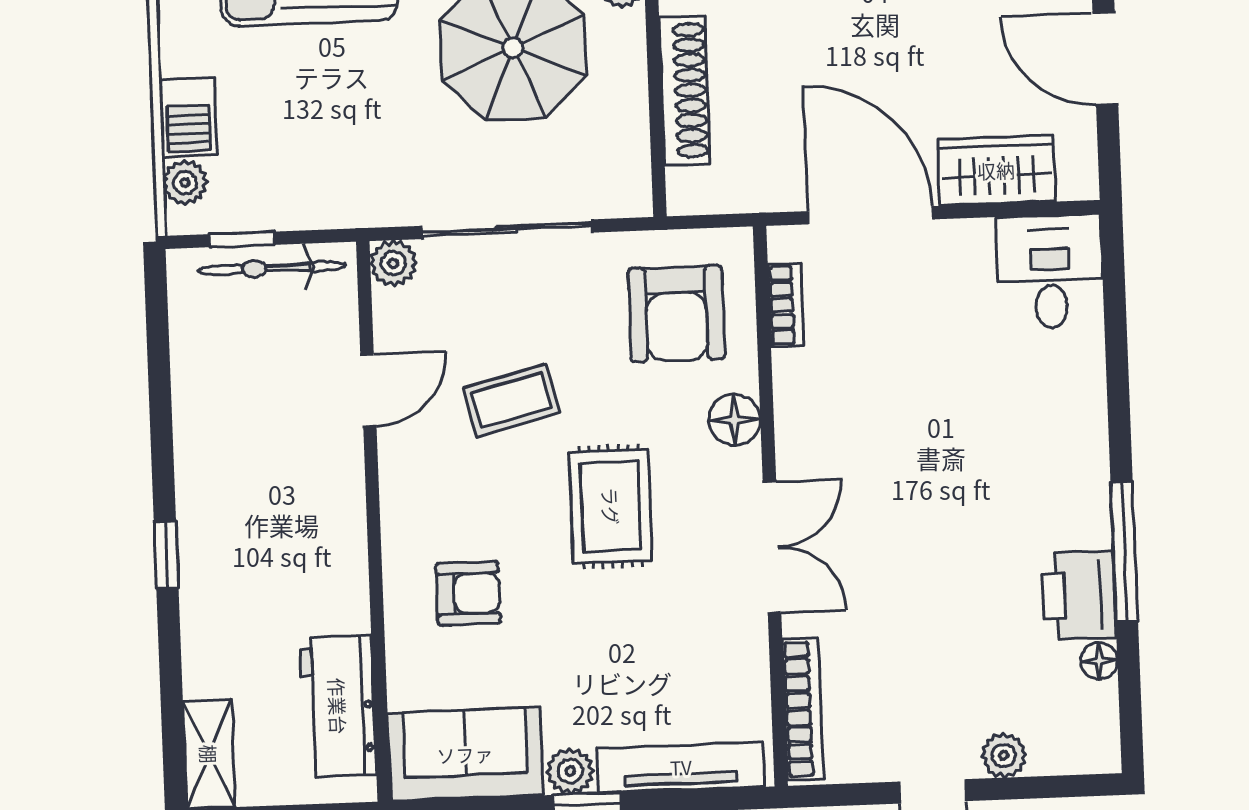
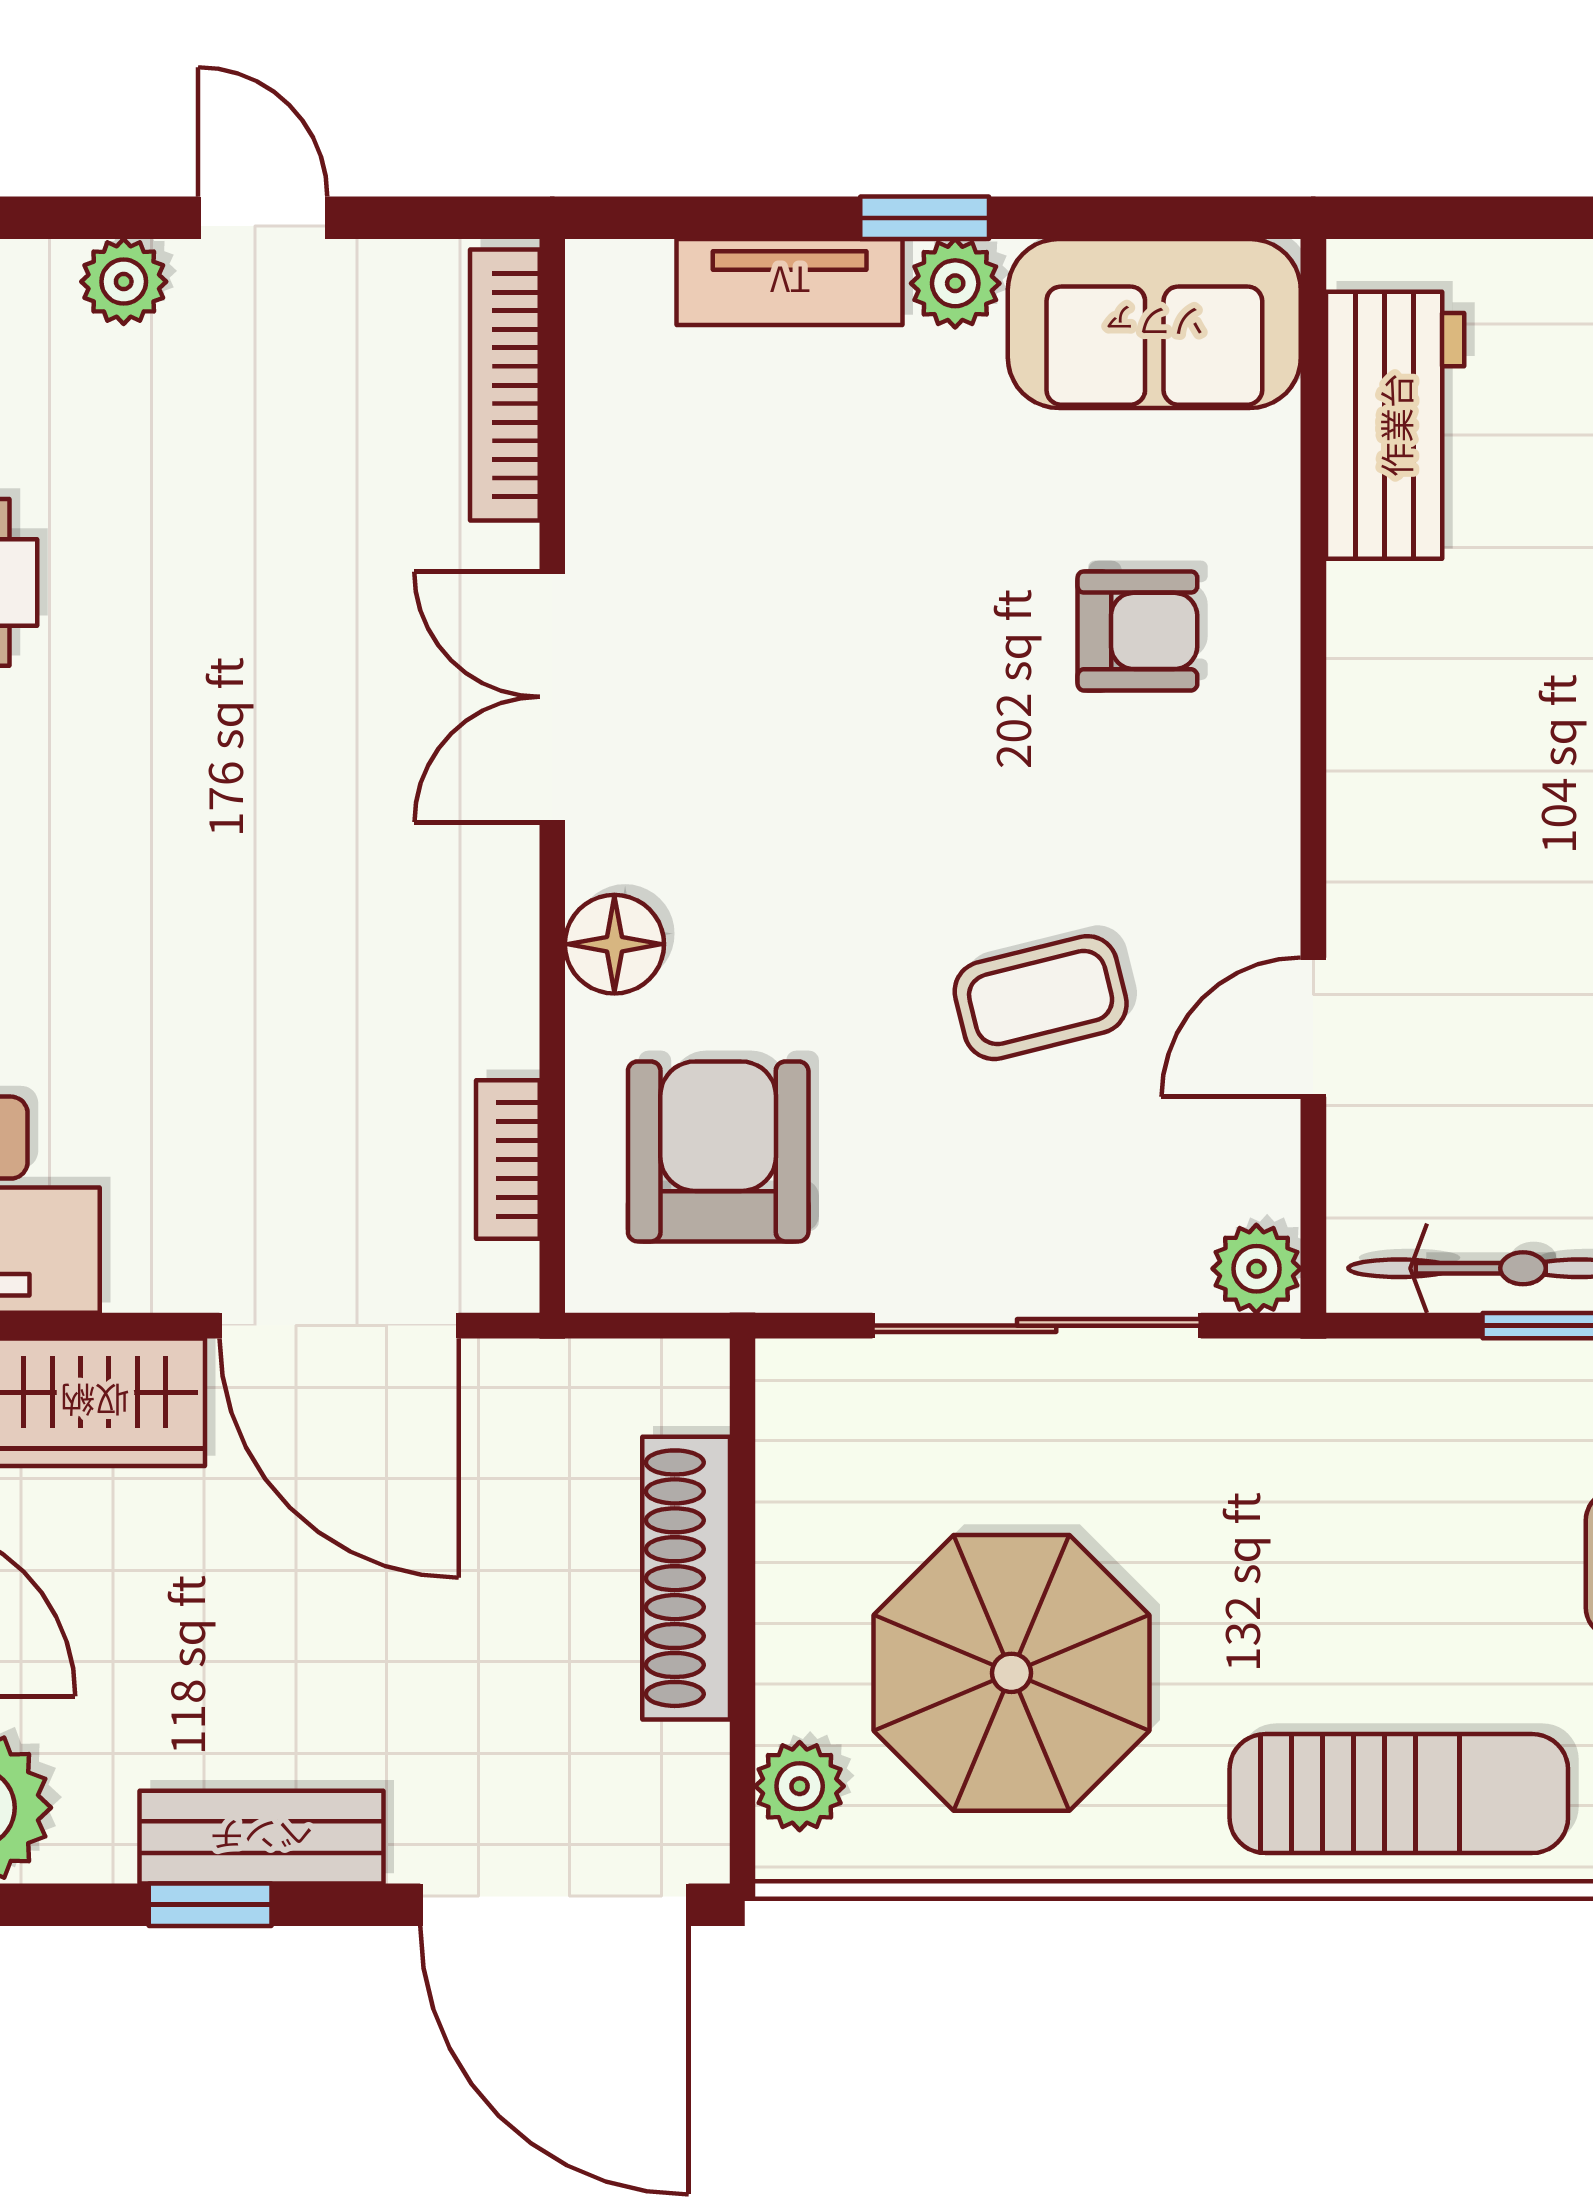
rug: (611, 506) -> (858, 787), removed
armchair: (468, 593) -> (1137, 631), turned 180
tv unit: (681, 767) -> (790, 282), width x0.71

